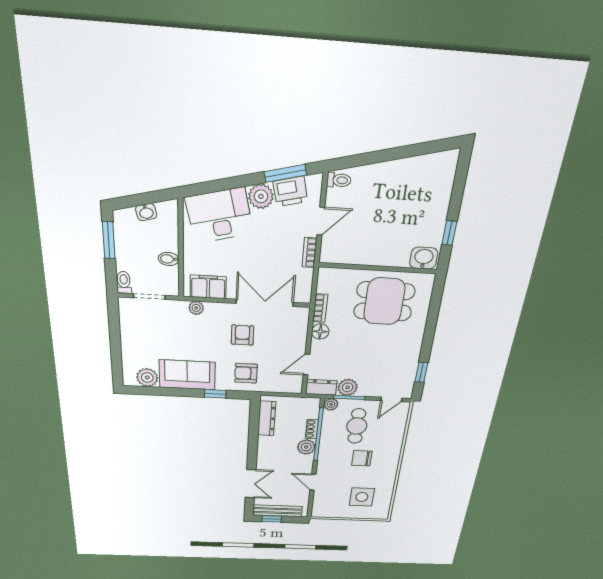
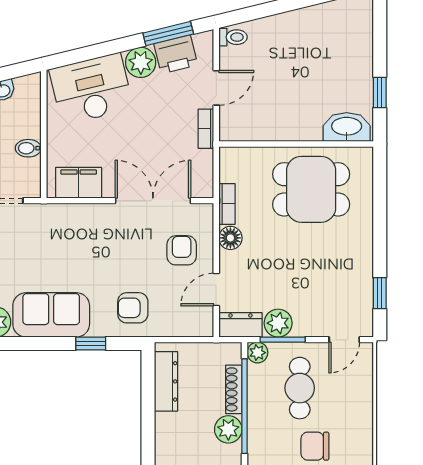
washbasin: (424, 258) -> (347, 127), width x1.38
plant: (196, 308) -> (63, 213), removed
armchair: (242, 335) -> (182, 250), moved
shoe rack: (312, 429) -> (234, 389), width x1.43

